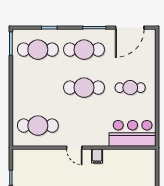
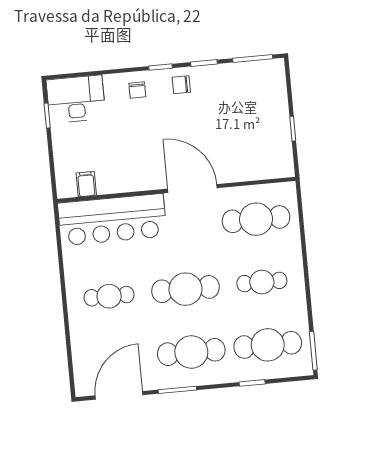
cafe table: (38, 88) -> (262, 282), added
bar counter: (133, 133) -> (112, 220), width x1.36
door: (74, 148) -> (192, 188), width x1.88
filing cabinet: (97, 156) -> (86, 184), moved

